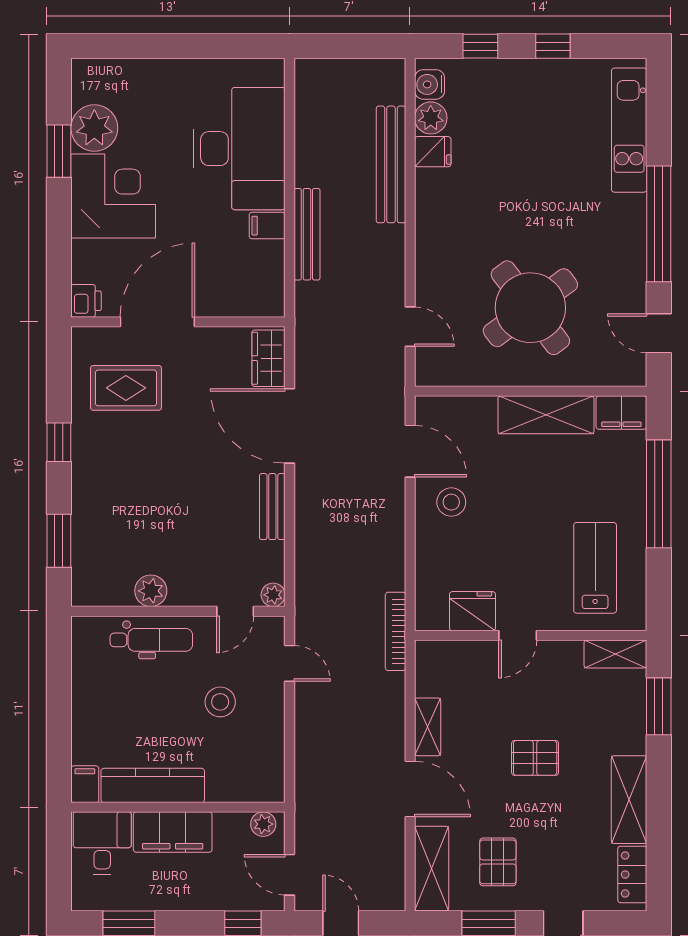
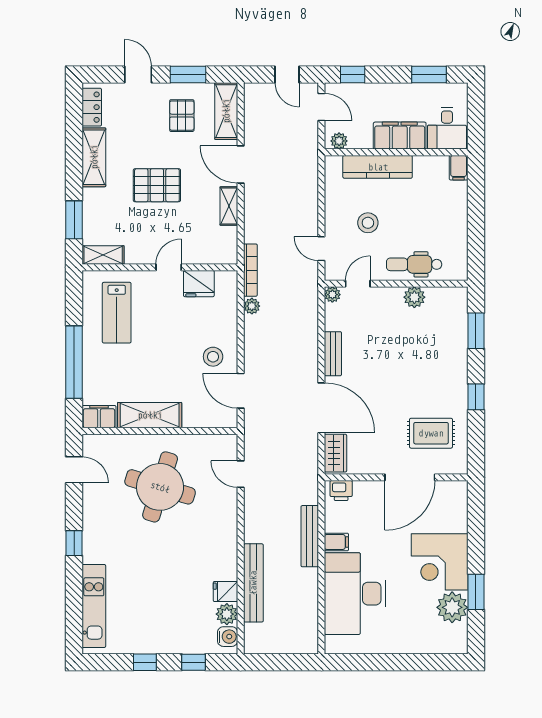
window: (659, 224) -> (74, 543), width x0.32
printer: (86, 301) -> (341, 491), moved, turned -90
round table: (530, 308) -> (160, 487), turned -36
plant: (393, 578) -> (252, 306), added
pallet: (535, 758) -> (157, 185), width x1.50, depth x1.42
kitchen counter: (153, 785) -> (378, 167), moved

